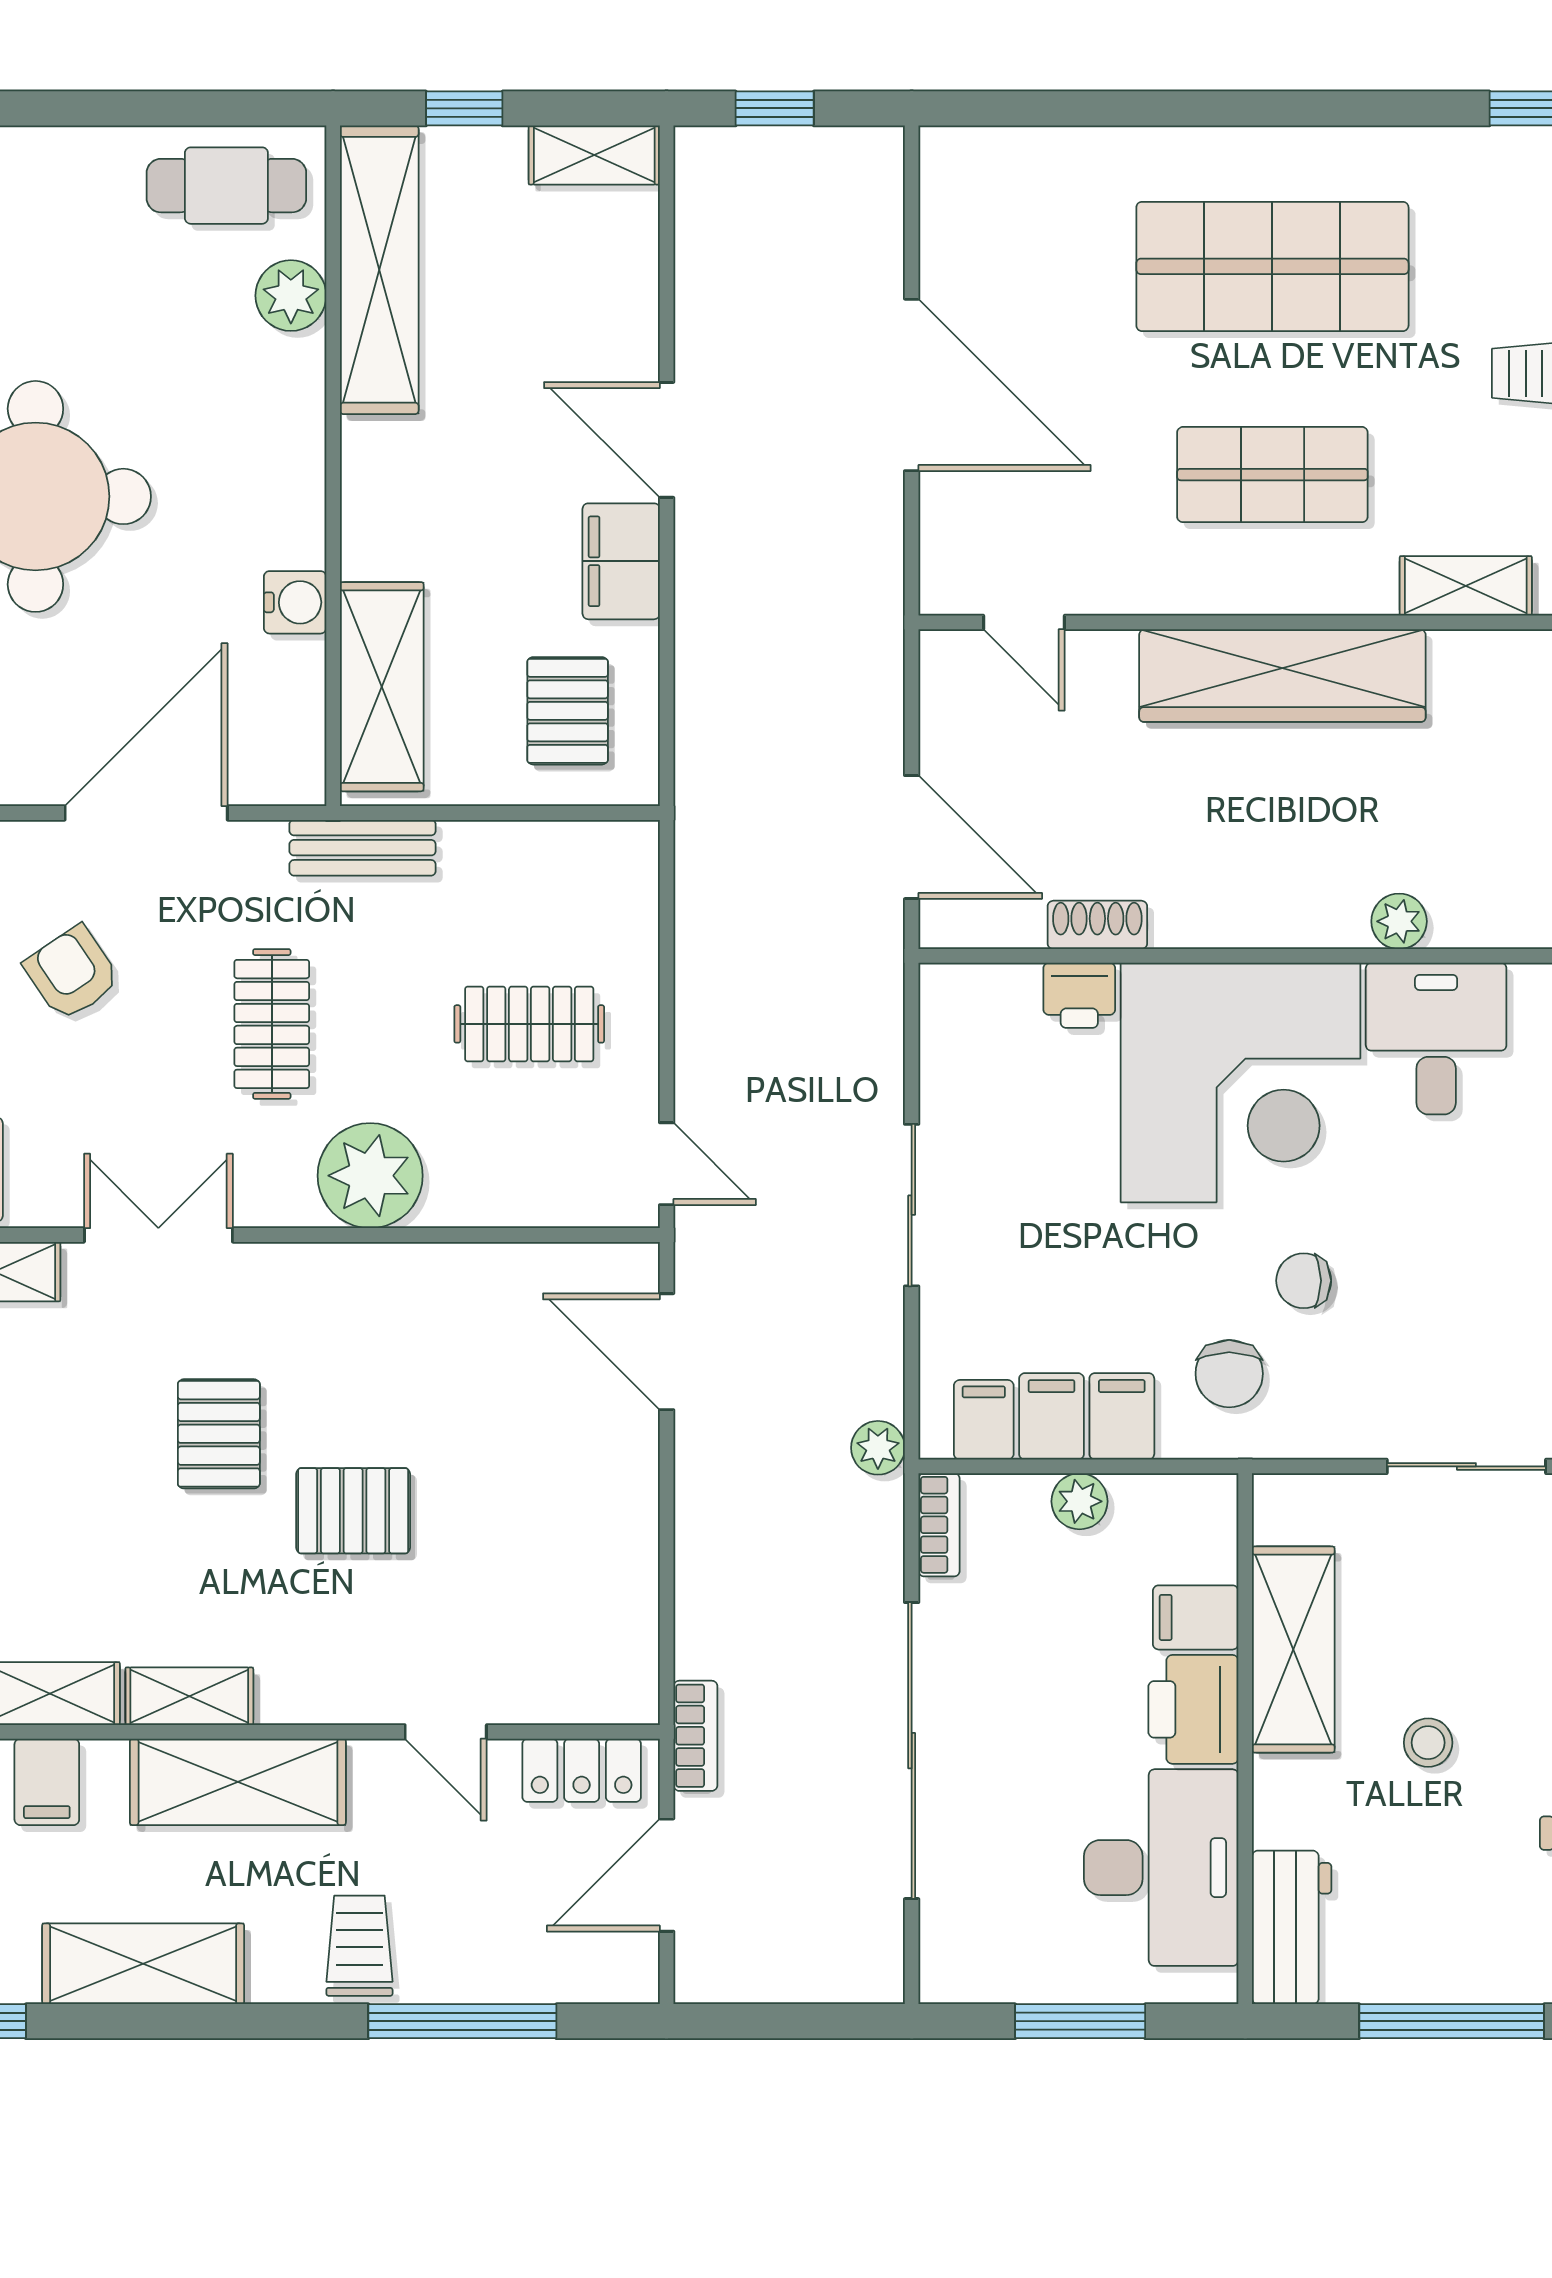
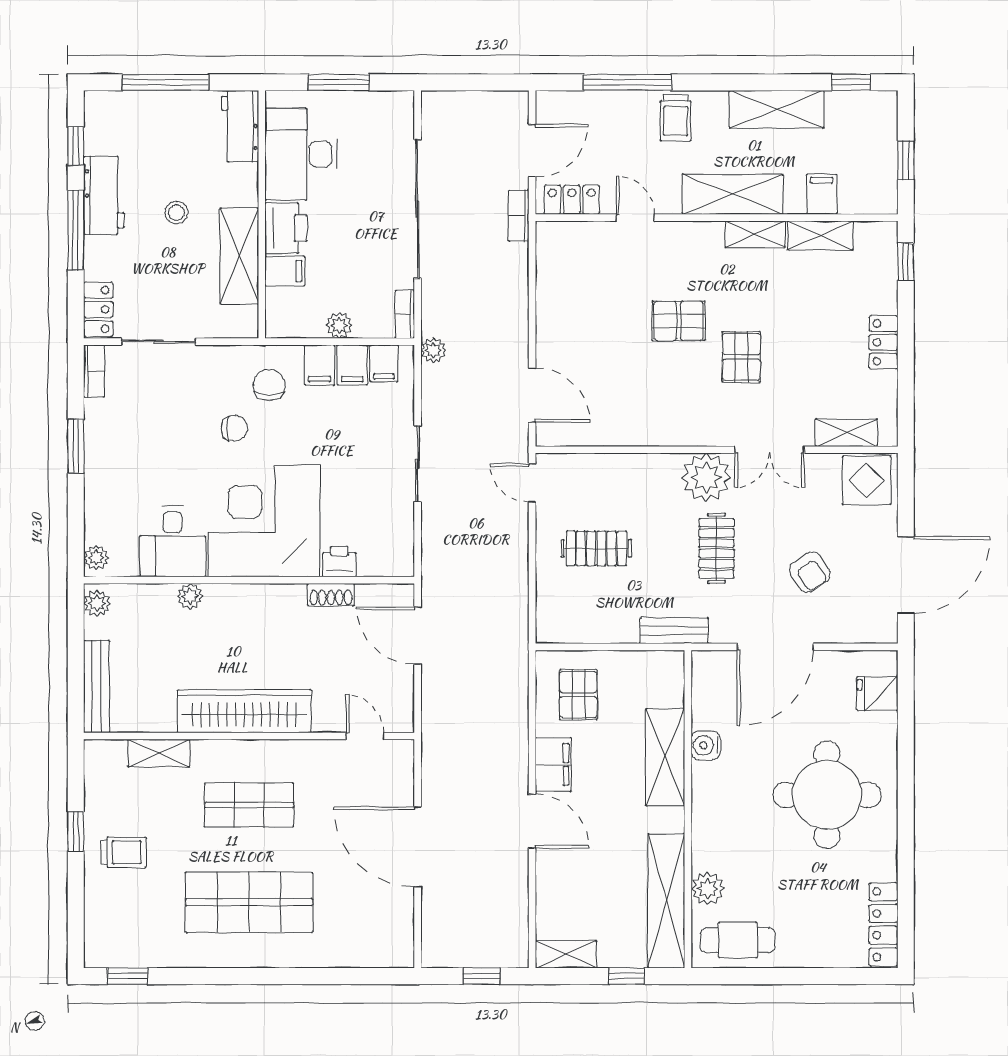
shelving: (382, 687) -> (665, 757), moved
plant: (370, 1176) -> (706, 477), moved

